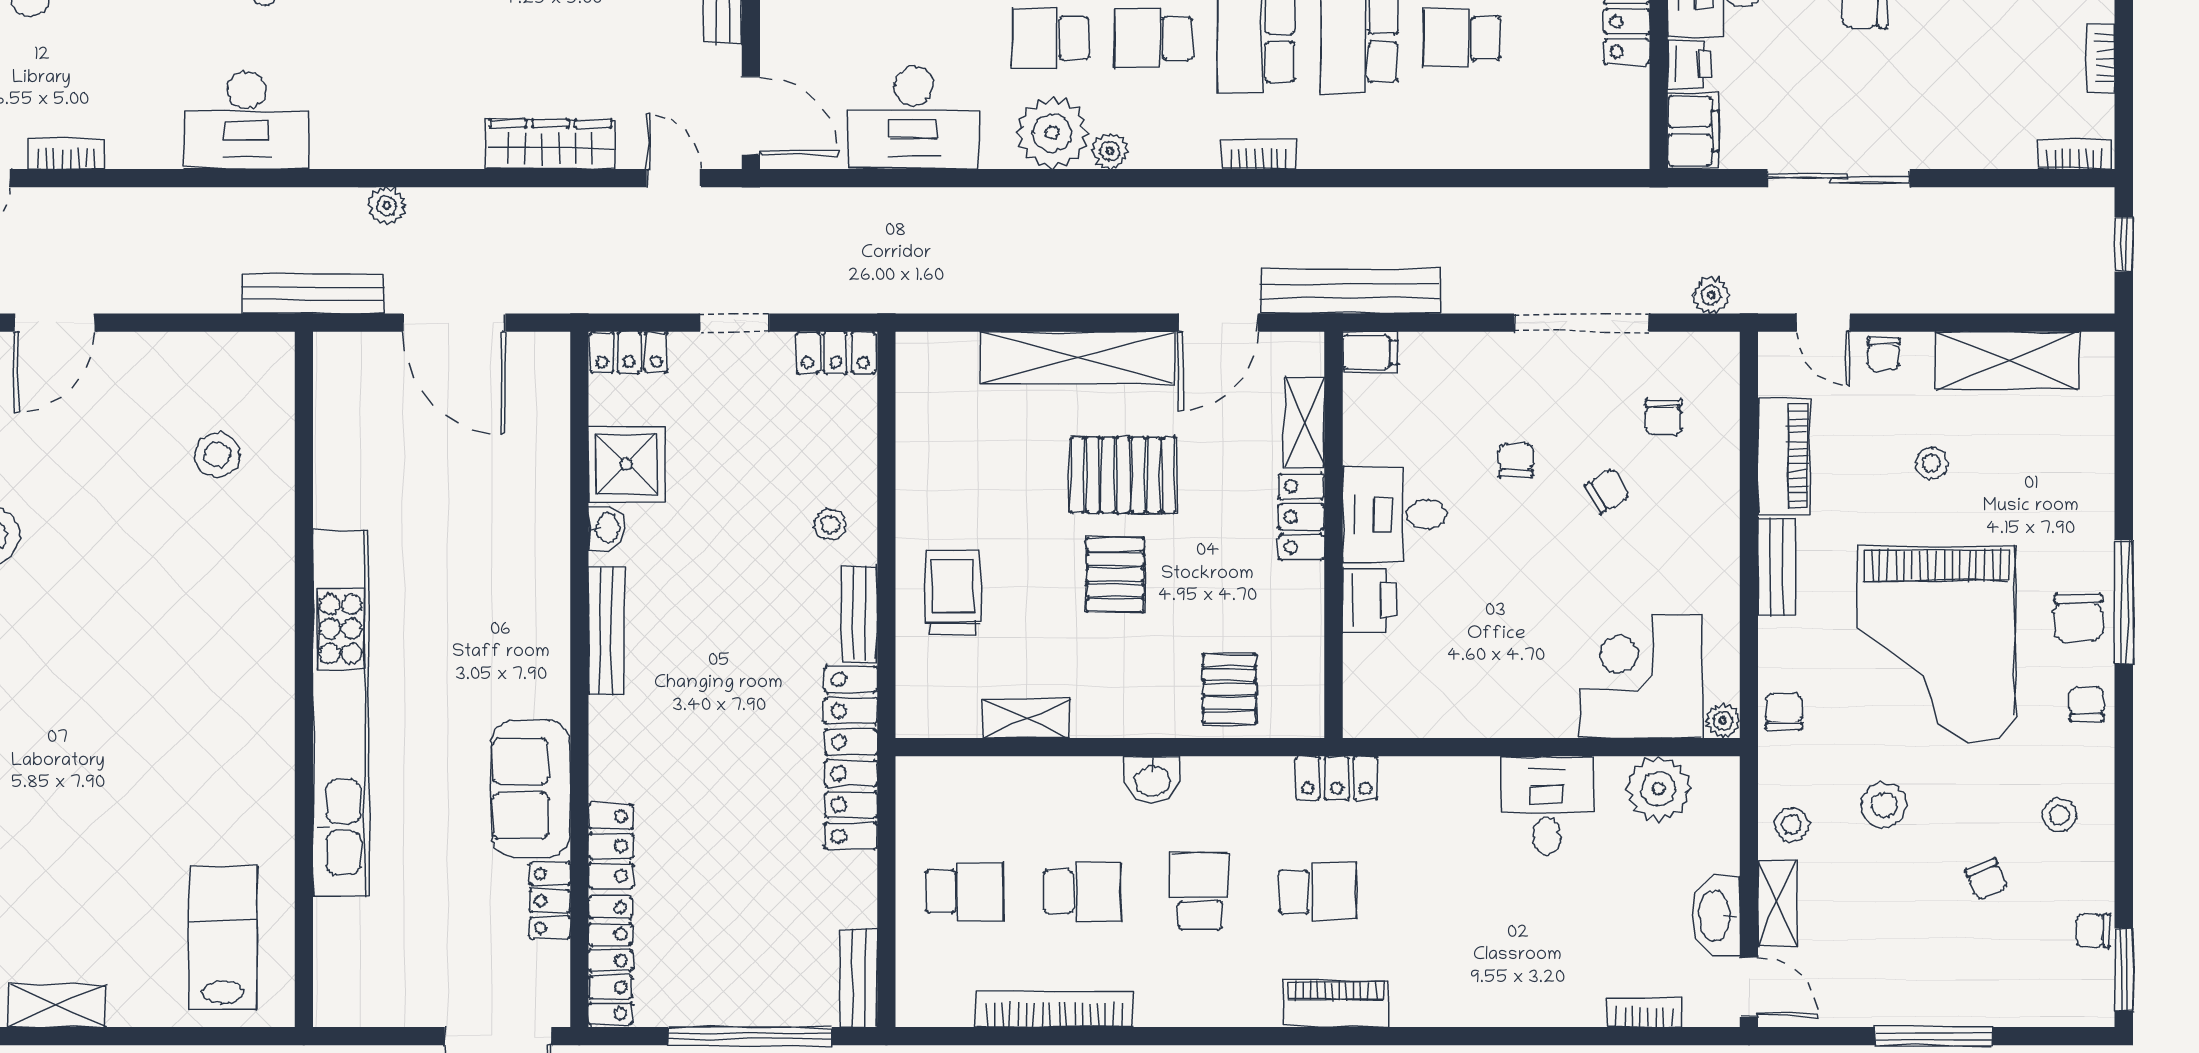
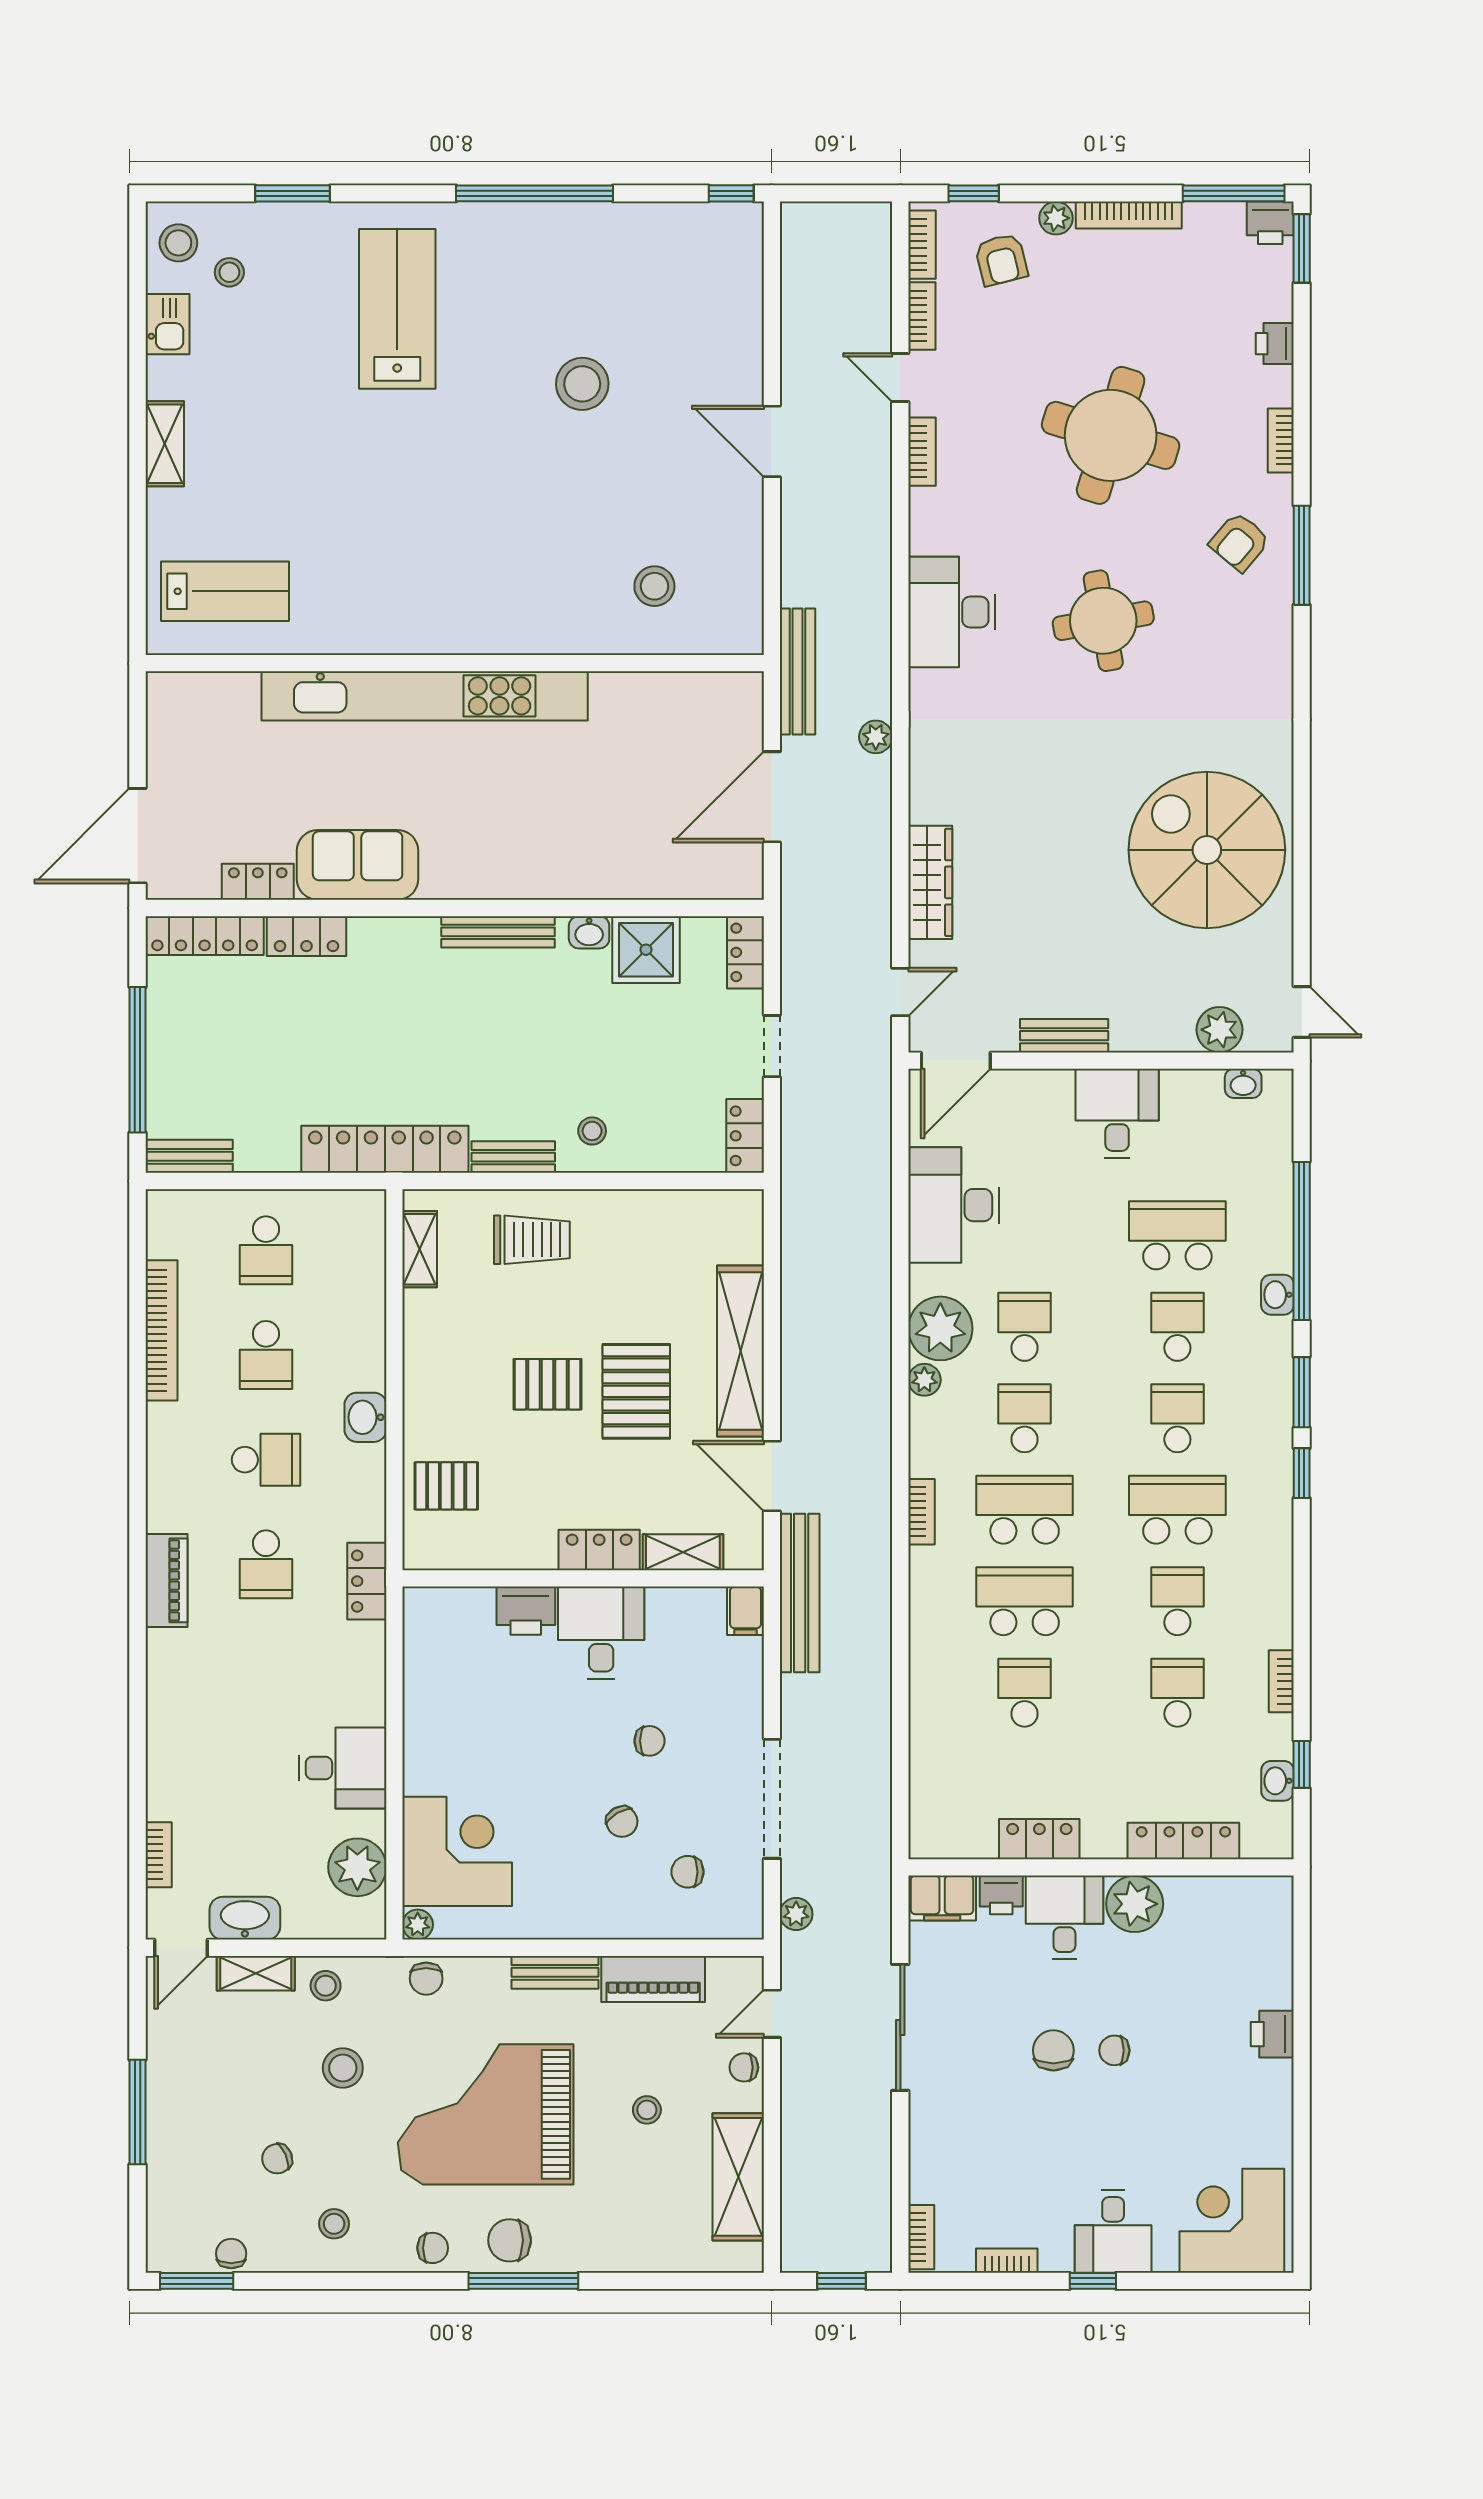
chair: (1784, 711) -> (426, 1979), turned 90
shelving: (1027, 719) -> (420, 1249), moved

